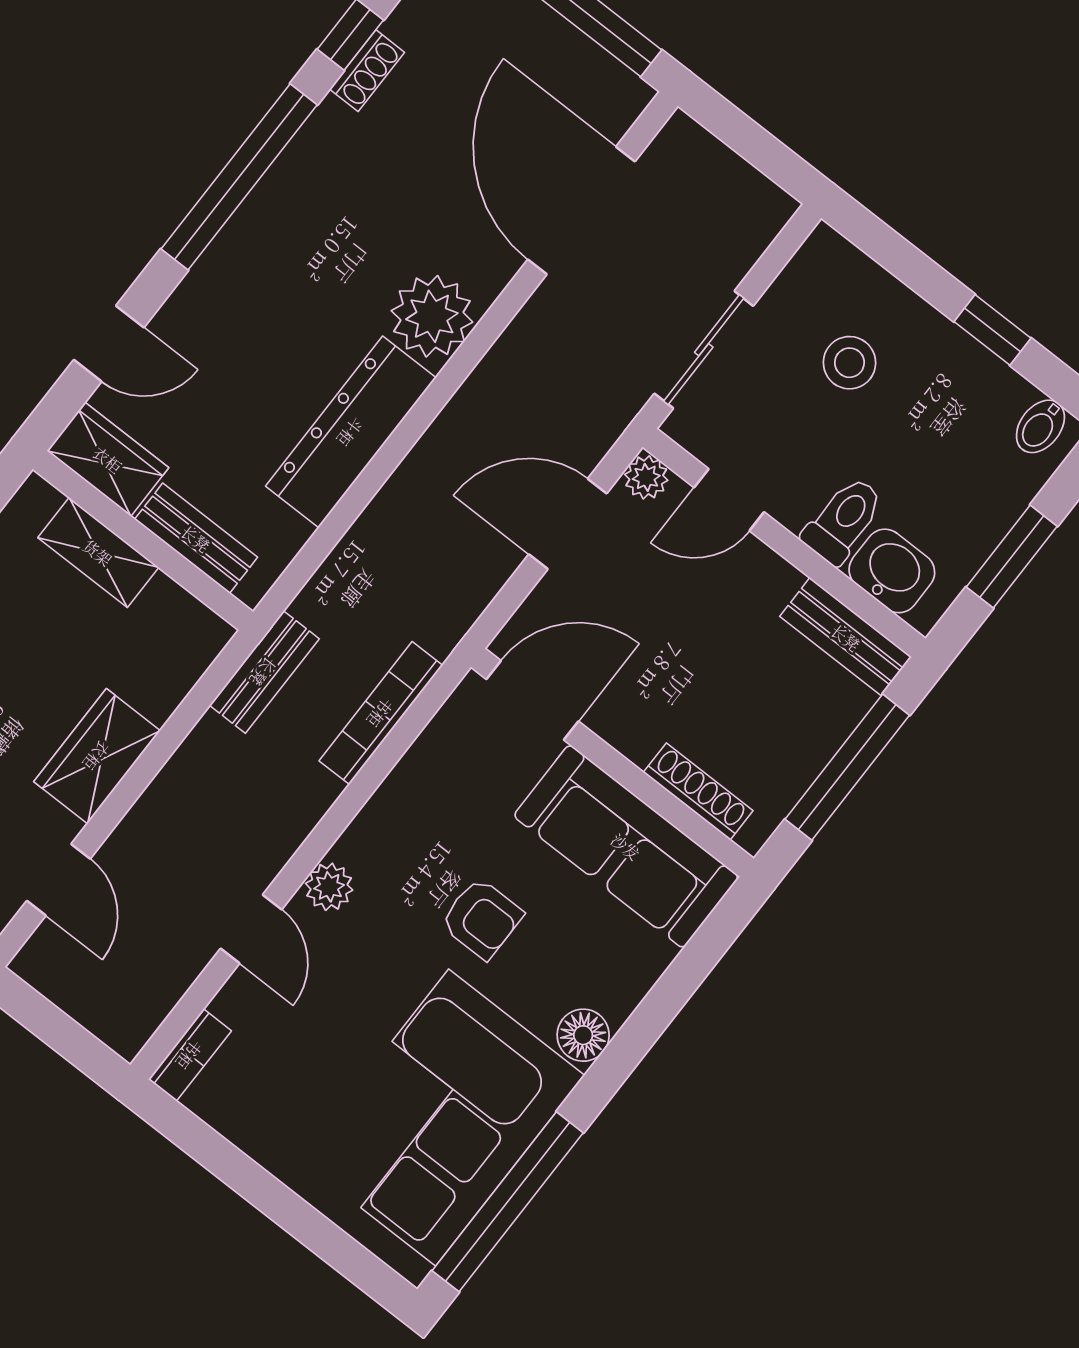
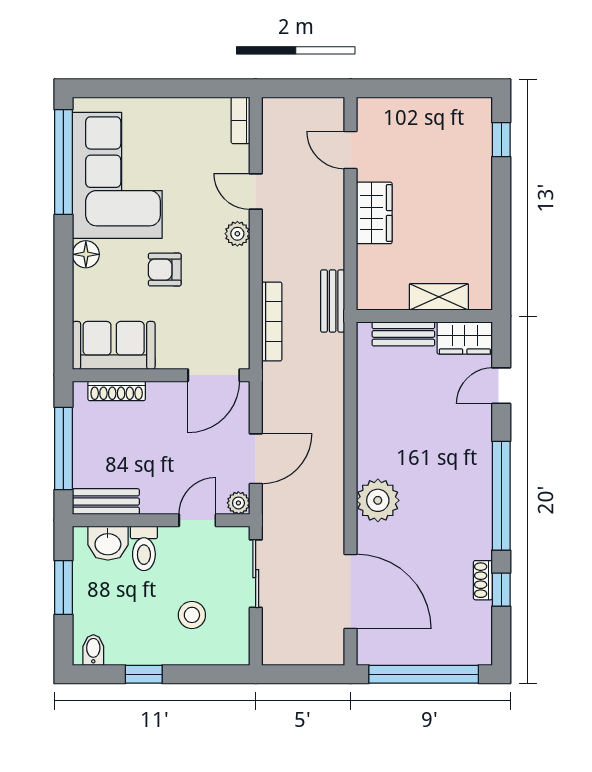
dresser: (351, 432) -> (374, 427), removed
sofa: (626, 846) -> (114, 345), width x0.73

